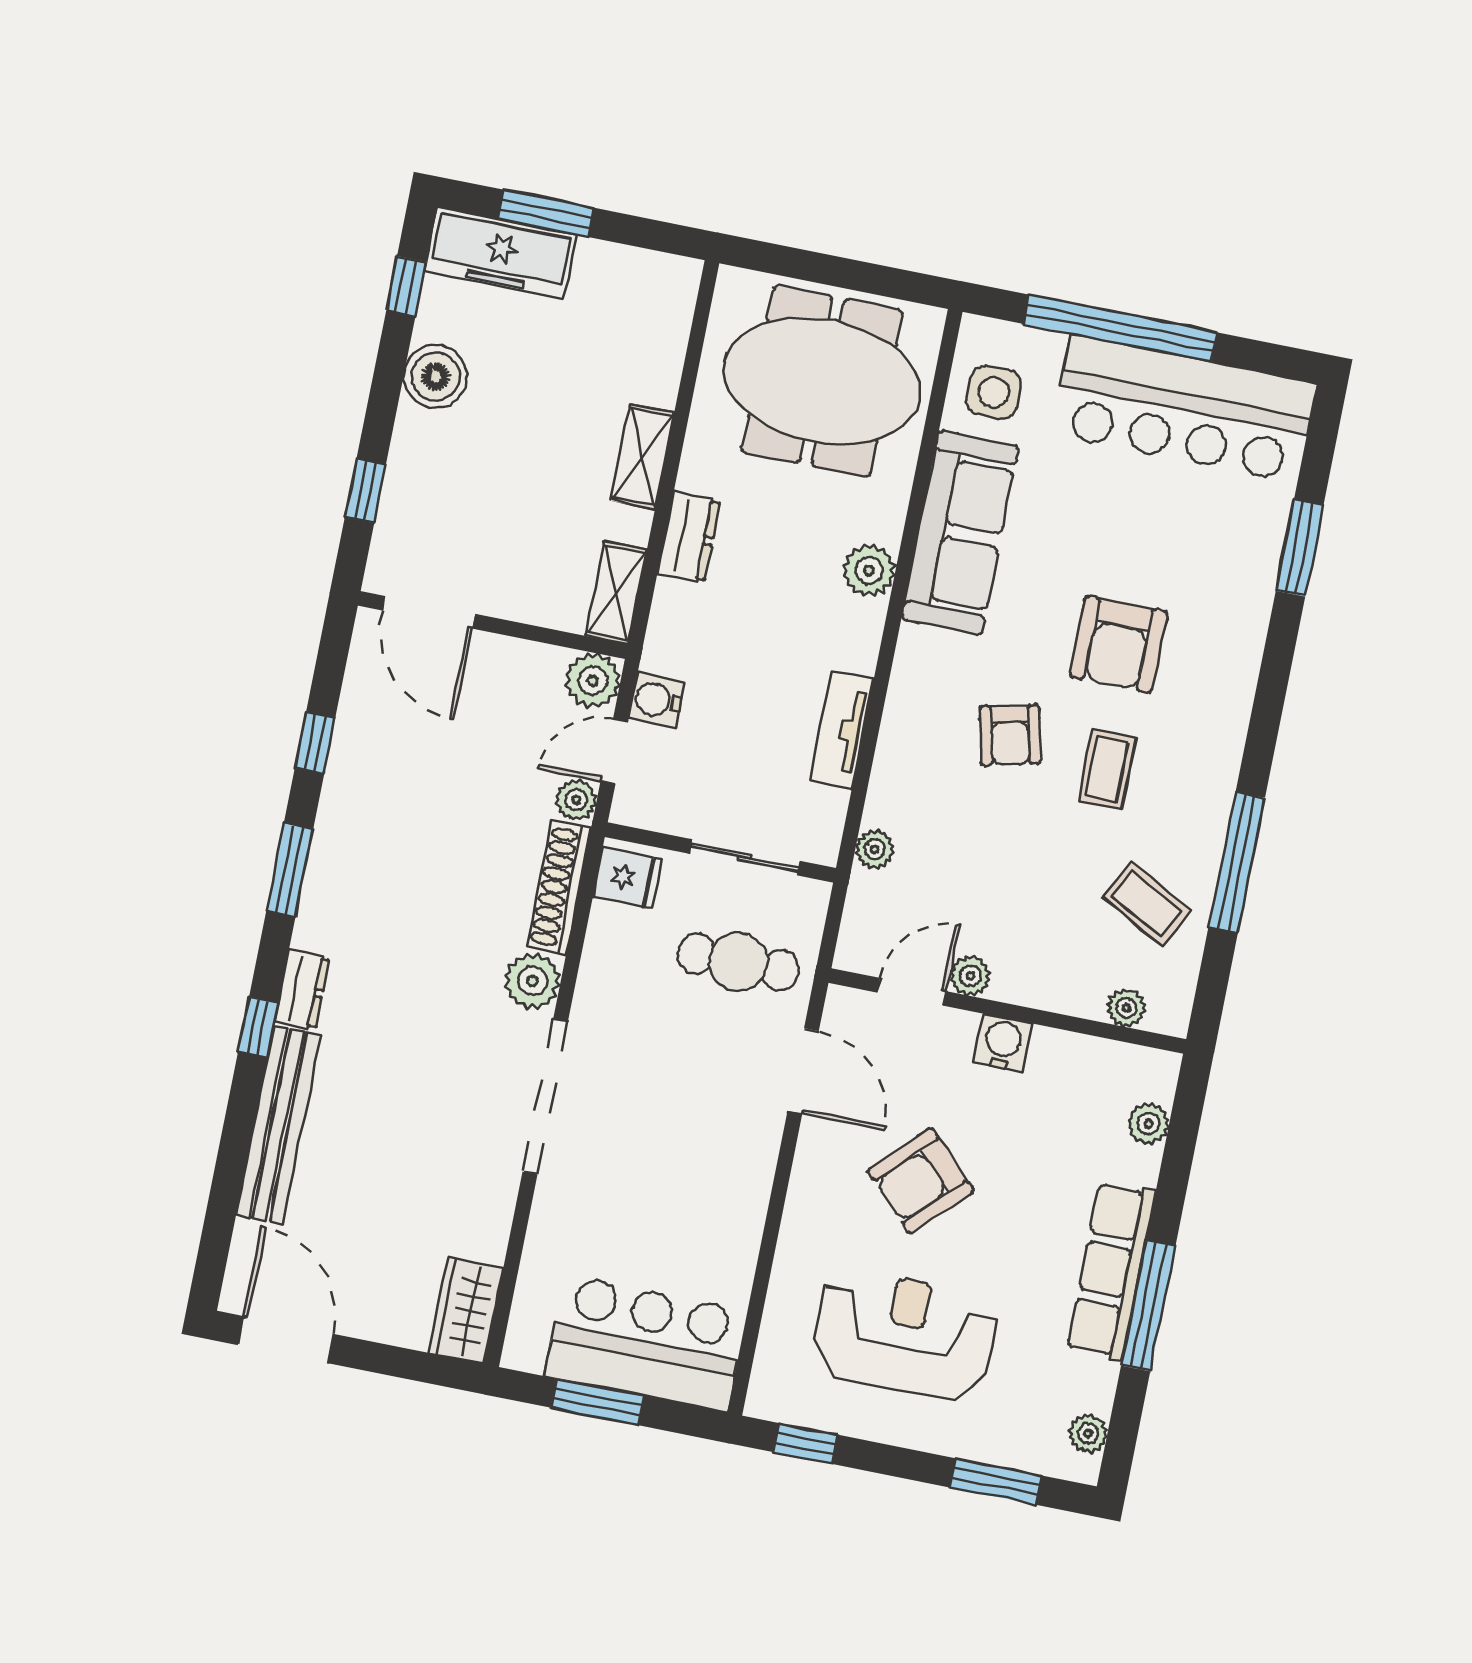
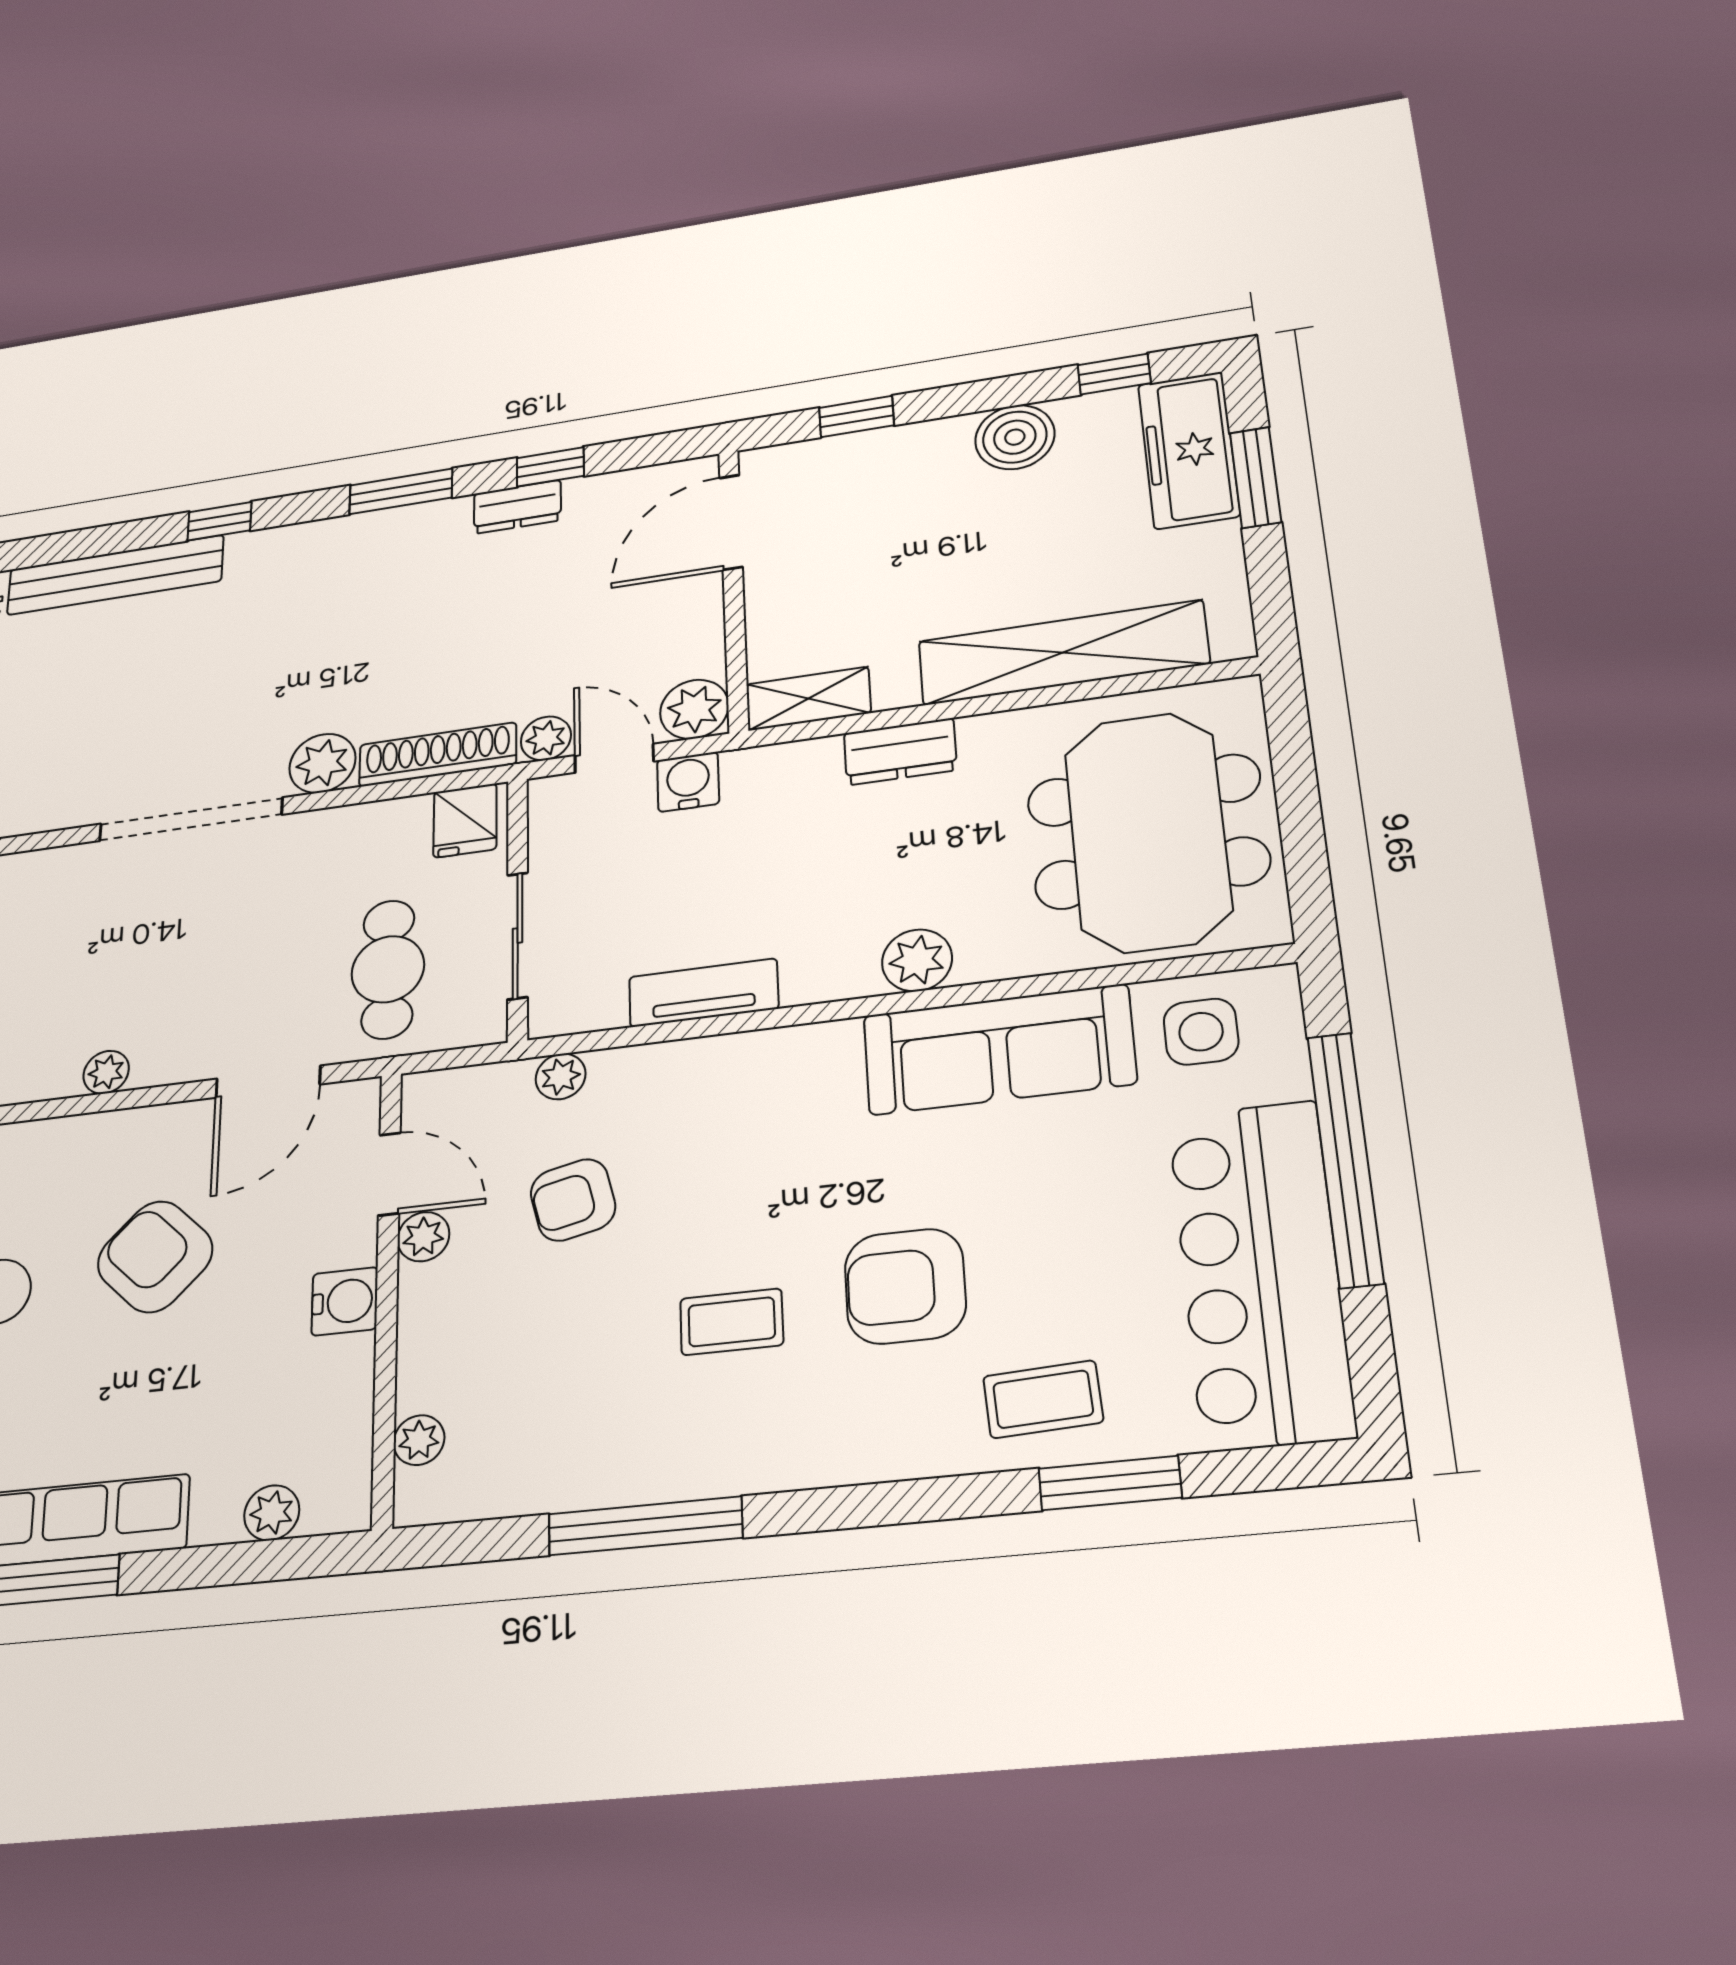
shelving: (643, 457) -> (1063, 653), width x2.20, depth x1.33
armchair: (1010, 735) -> (573, 1200), moved
coffee table: (1146, 904) -> (1043, 1399), moved, turned 59
dresser: (302, 990) -> (517, 507), moved
plant: (751, 1197) -> (106, 1072), added

